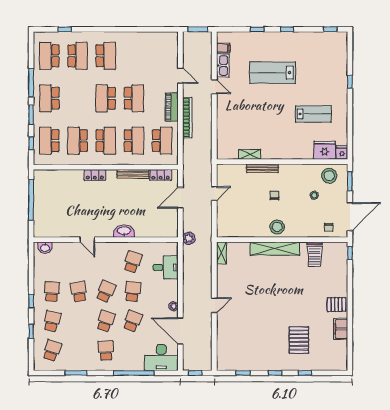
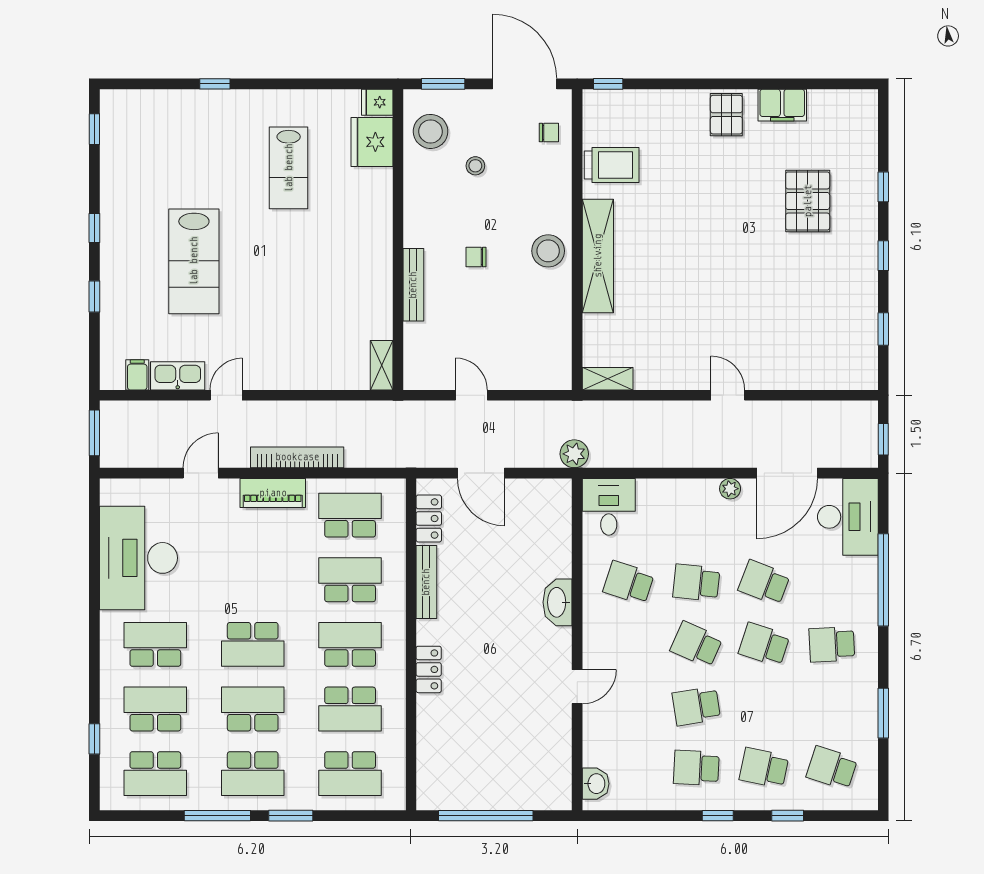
desk: (143, 48) -> (138, 558), added
school desk: (134, 98) -> (253, 709), moved
lab bench: (313, 114) -> (289, 168), turned 180
window: (31, 143) -> (356, 816), removed
shelving: (250, 154) -> (382, 365), moved
desk: (166, 267) -> (609, 507), moved
pallet: (299, 340) -> (808, 201), turned 90

